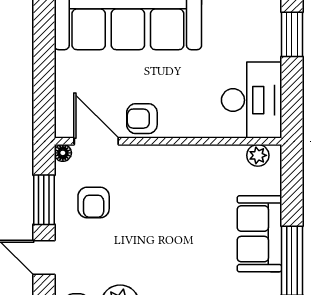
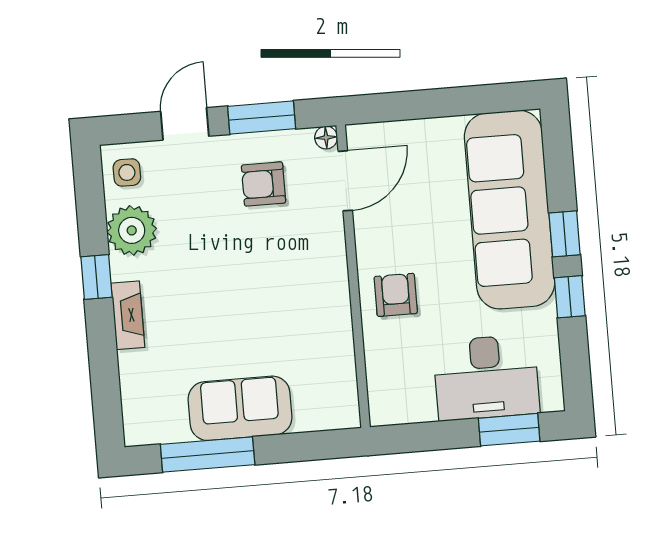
desk: (252, 100) -> (486, 377), moved
armchair: (142, 119) -> (396, 295), moved
plant: (258, 155) -> (344, 398), removed

